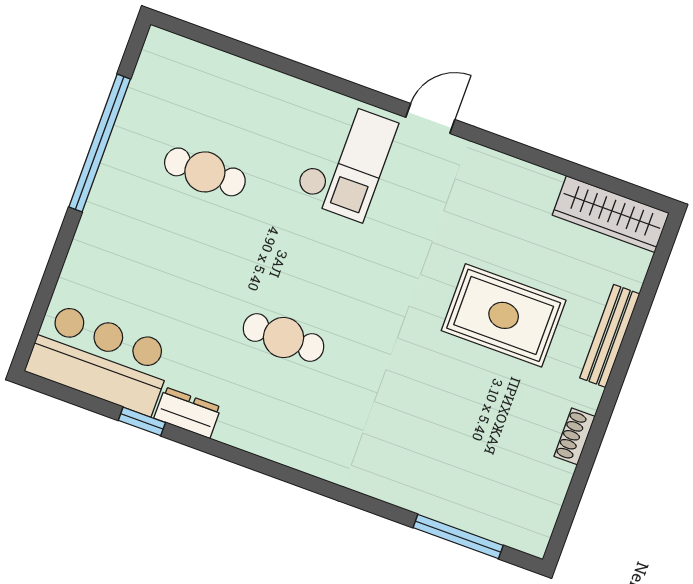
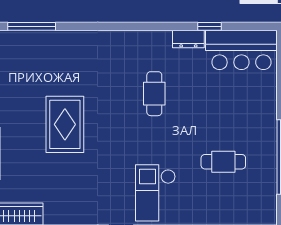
rug: (504, 315) -> (65, 124), moved, turned 90
cafe table: (283, 337) -> (154, 94), turned 90

